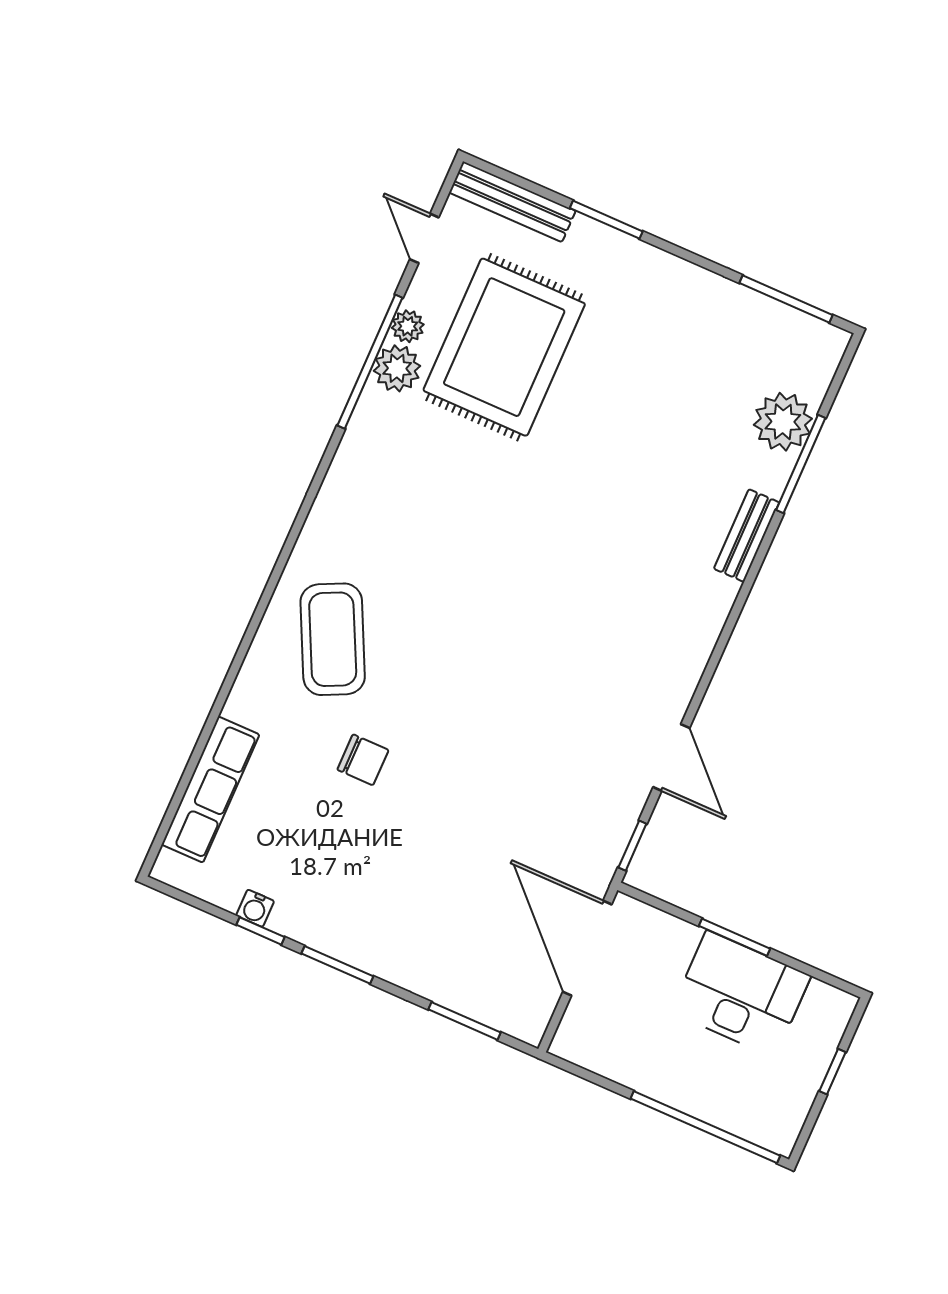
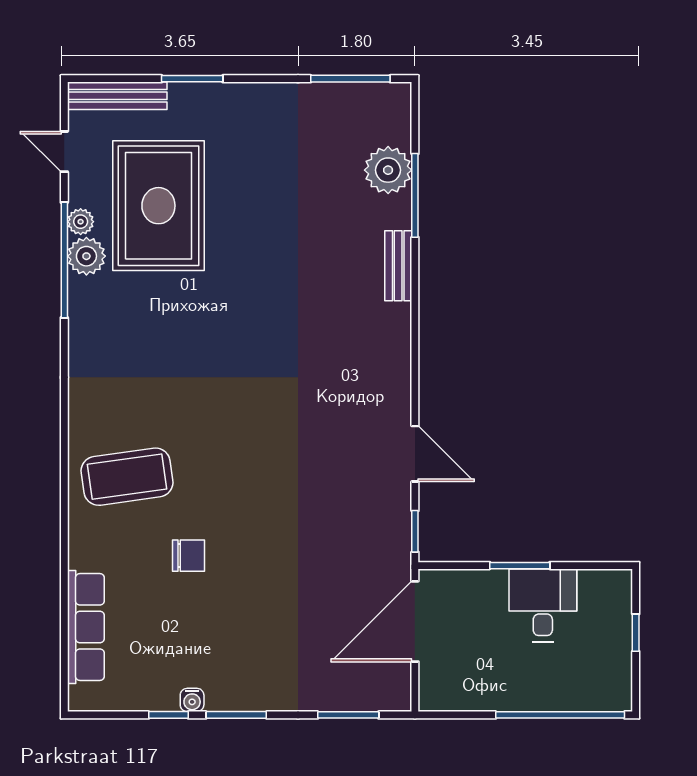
coffee table: (333, 639) -> (127, 477), turned -72
water cooler: (255, 908) -> (192, 700), moved
door: (587, 948) -> (415, 621), hinge flipped
desk: (741, 994) -> (543, 605), width x0.73

